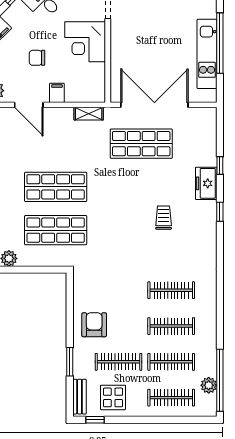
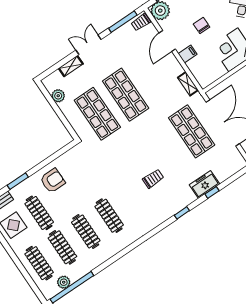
freezer: (206, 183) -> (205, 184), moved

